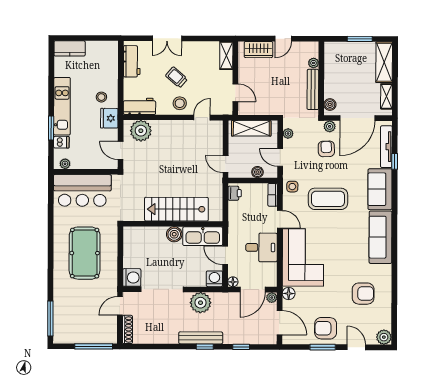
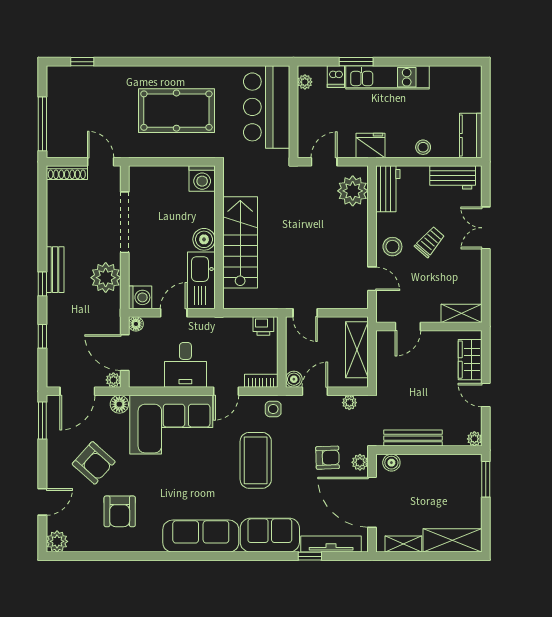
window: (360, 39) -> (486, 479), moved
kitchen counter: (70, 48) -> (471, 135), moved
plant: (313, 63) -> (474, 439), moved
stool: (101, 97) -> (423, 147), moved
door: (226, 164) -> (305, 313), swing flipped
boiler: (257, 172) -> (294, 379), moved
washing machine: (132, 277) -> (202, 179), moved
window: (50, 318) -> (82, 62), width x0.46
armchair: (326, 328) -> (94, 463), moved, turned 132
bench: (201, 338) -> (55, 270), width x0.73
window: (323, 347) -> (42, 421), moved

